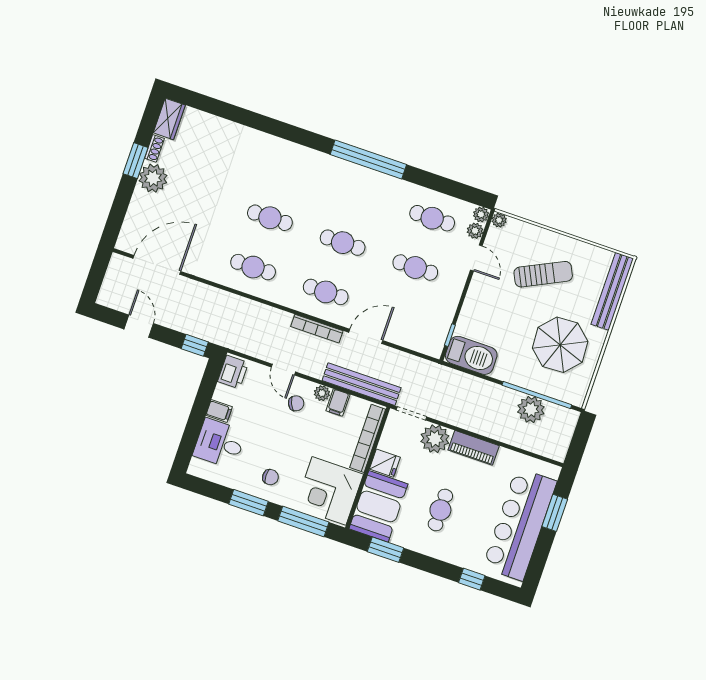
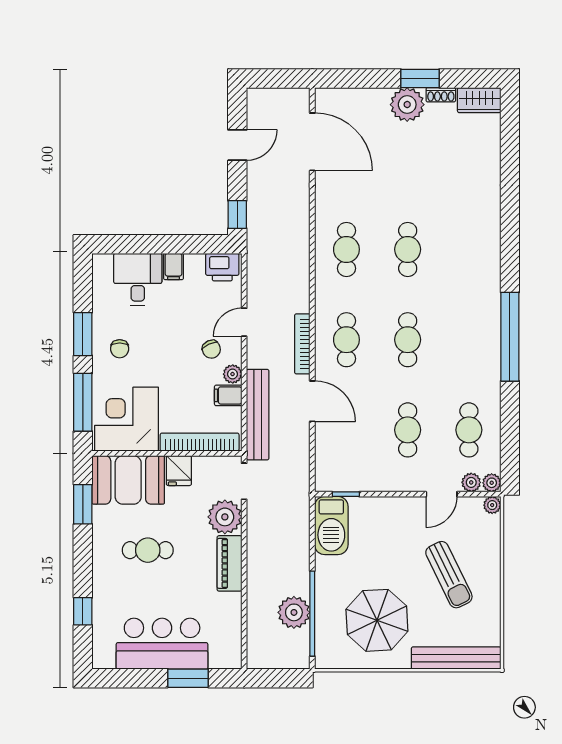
bar counter: (520, 524) -> (162, 644), width x0.73

